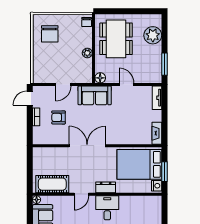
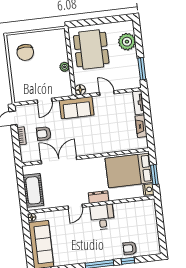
chair: (87, 22) -> (60, 36), removed
fireplace: (157, 133) -> (141, 126), moved
double door: (87, 146) -> (59, 160), moved
cot: (52, 184) -> (33, 190), moved, turned 90

